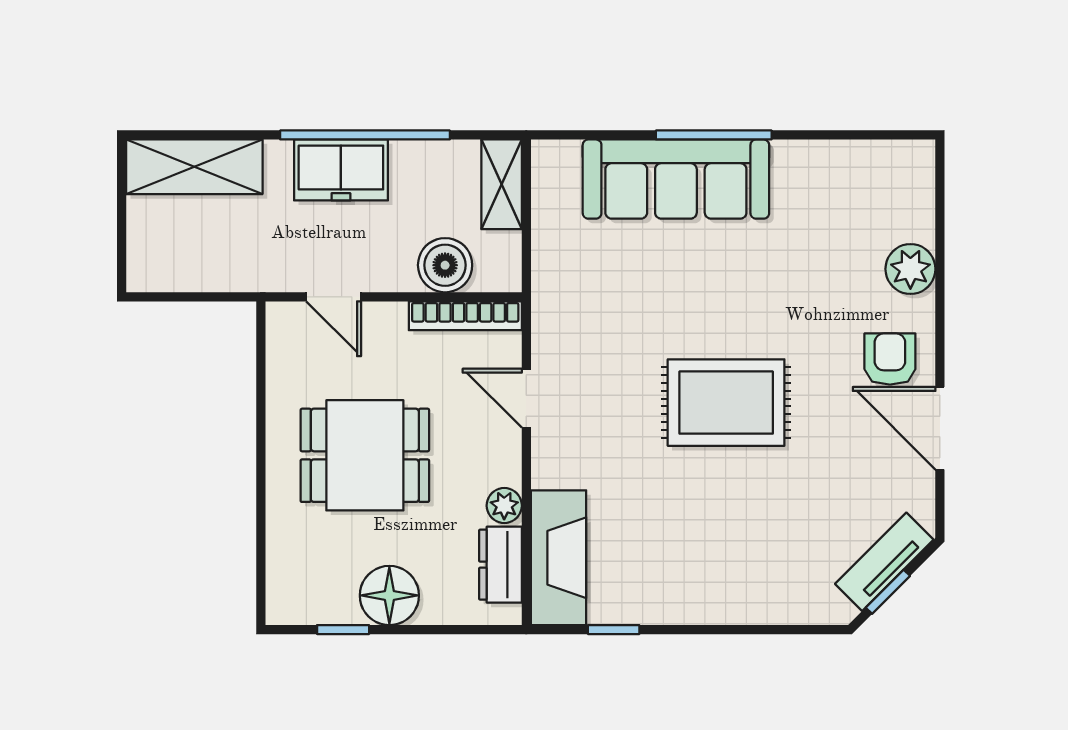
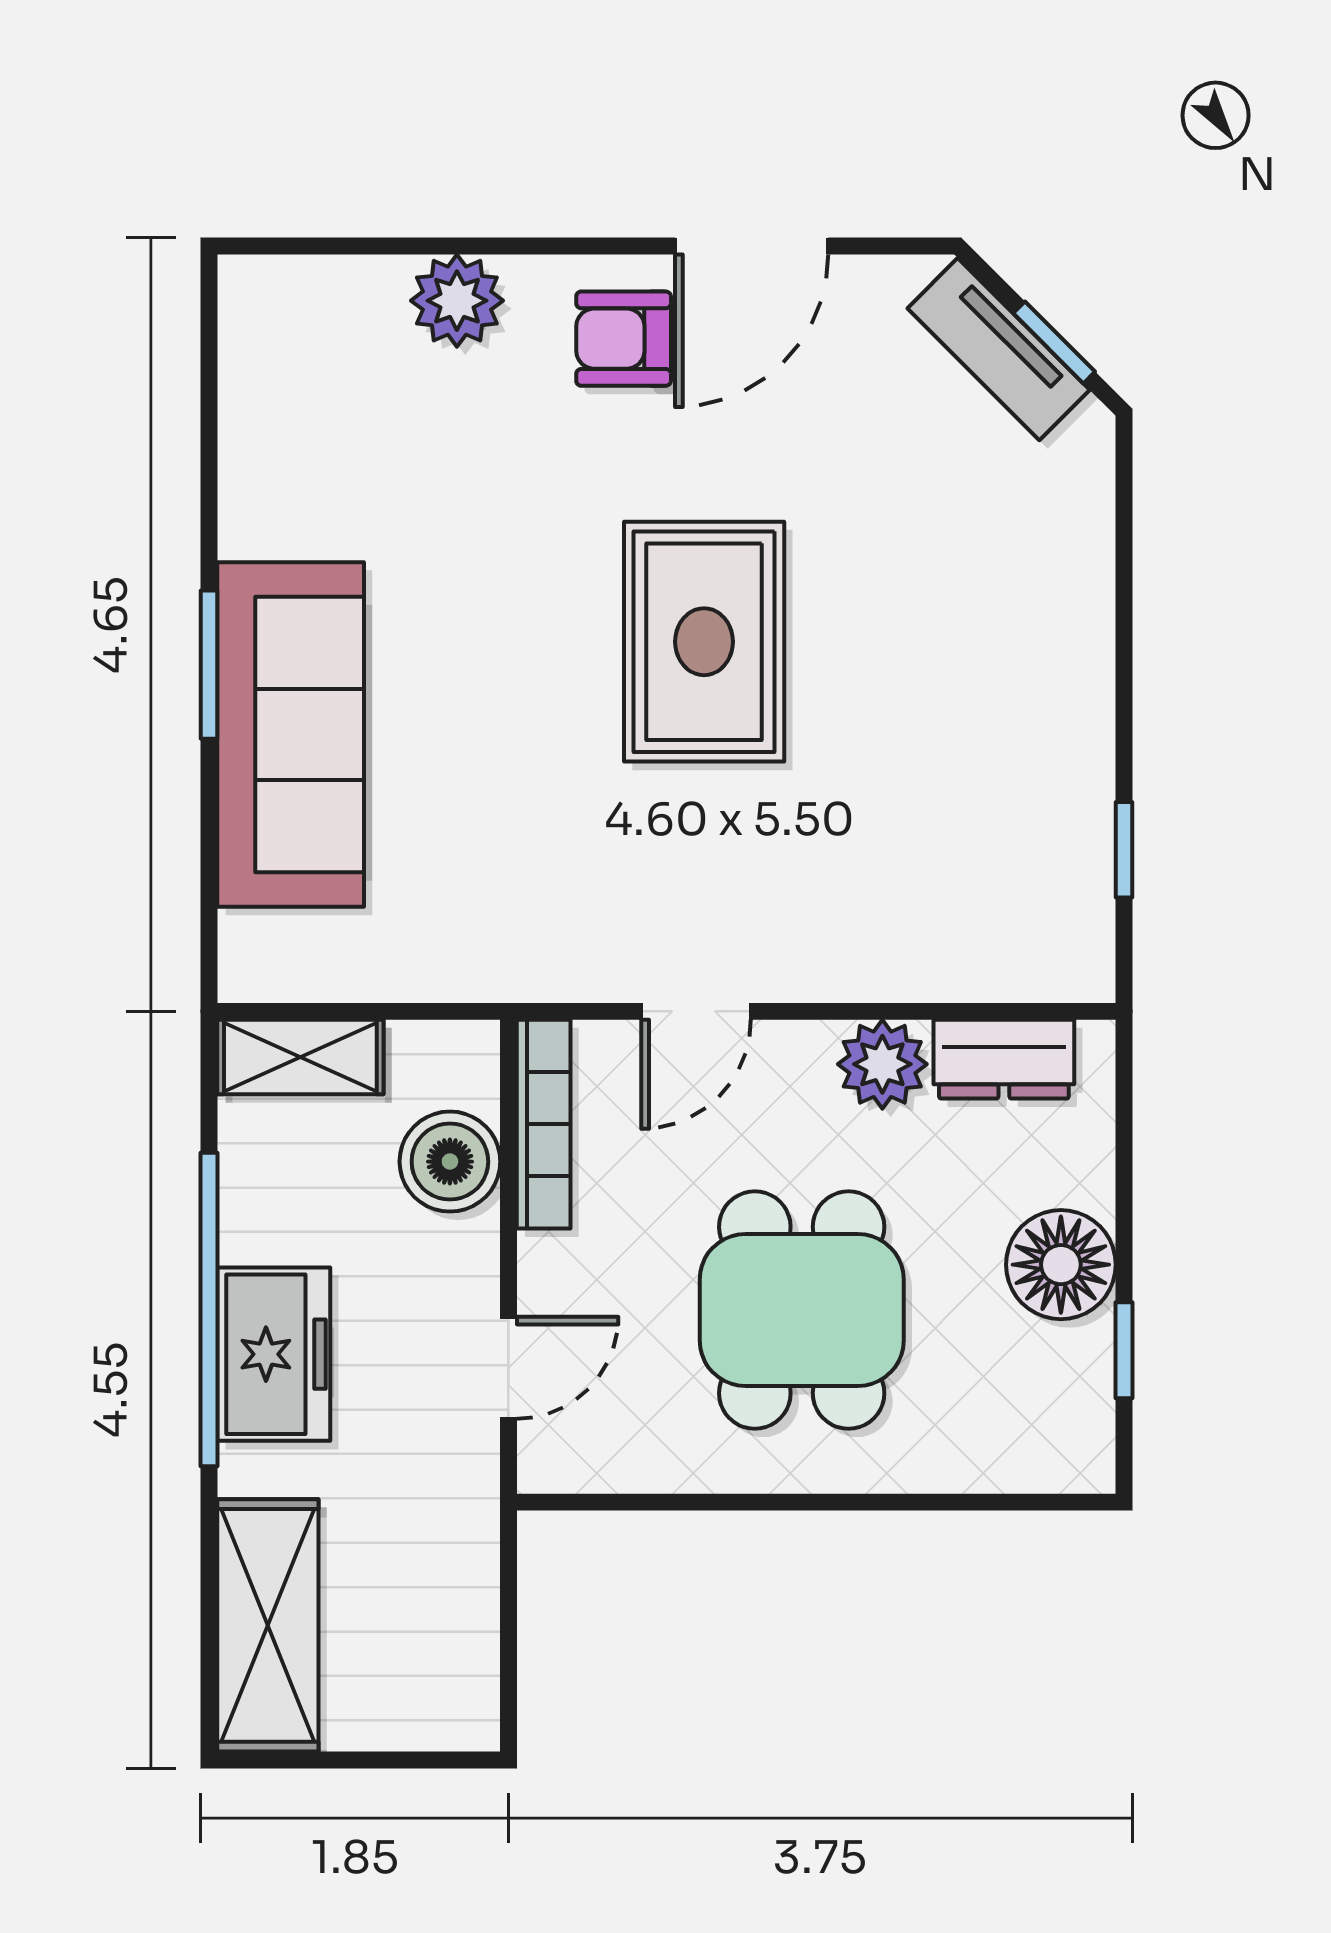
window: (714, 135) -> (209, 665), width x0.69
plant: (504, 506) -> (882, 1064), width x1.38, depth x1.38
fireplace: (558, 558) -> (991, 952), removed

